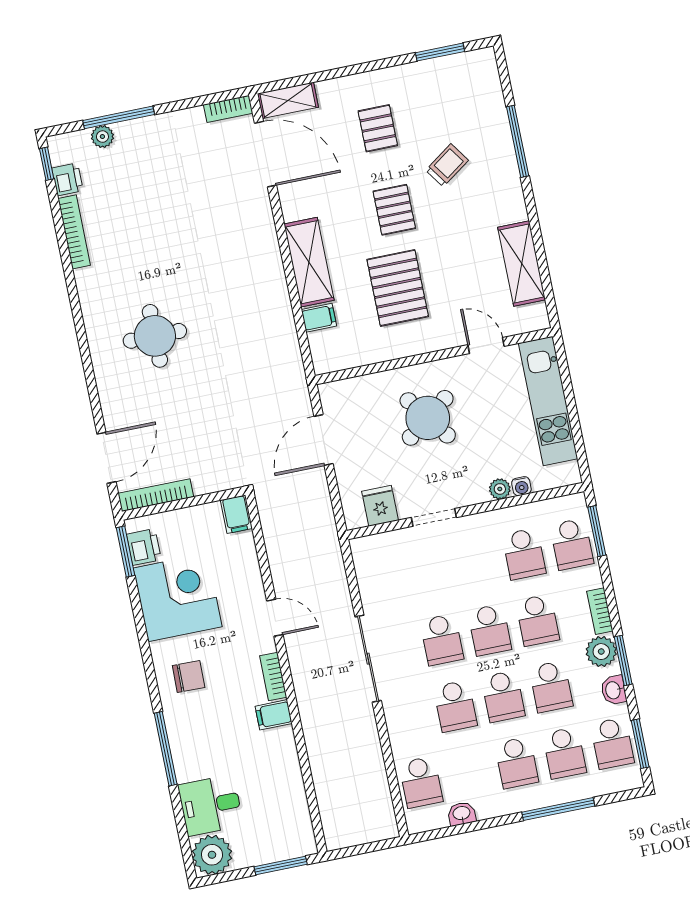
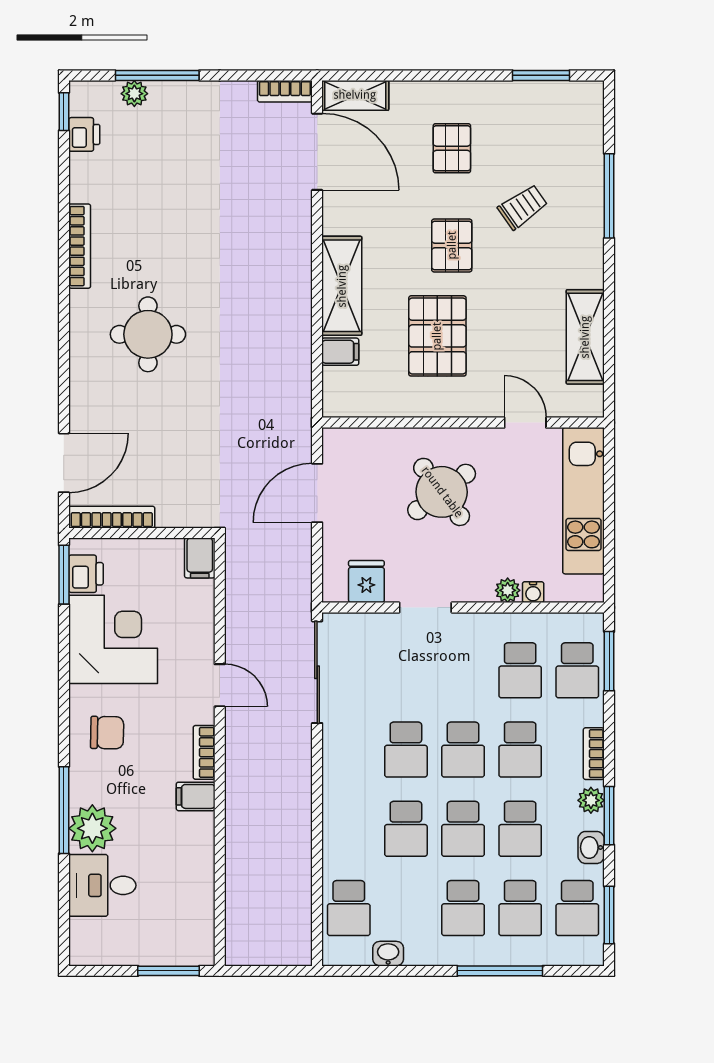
bookcase: (74, 232) -> (80, 246), moved
plant: (601, 652) -> (591, 800), width x0.73, depth x0.73
sliding door: (368, 659) -> (317, 672), moved
plant: (212, 855) -> (92, 828), moved

